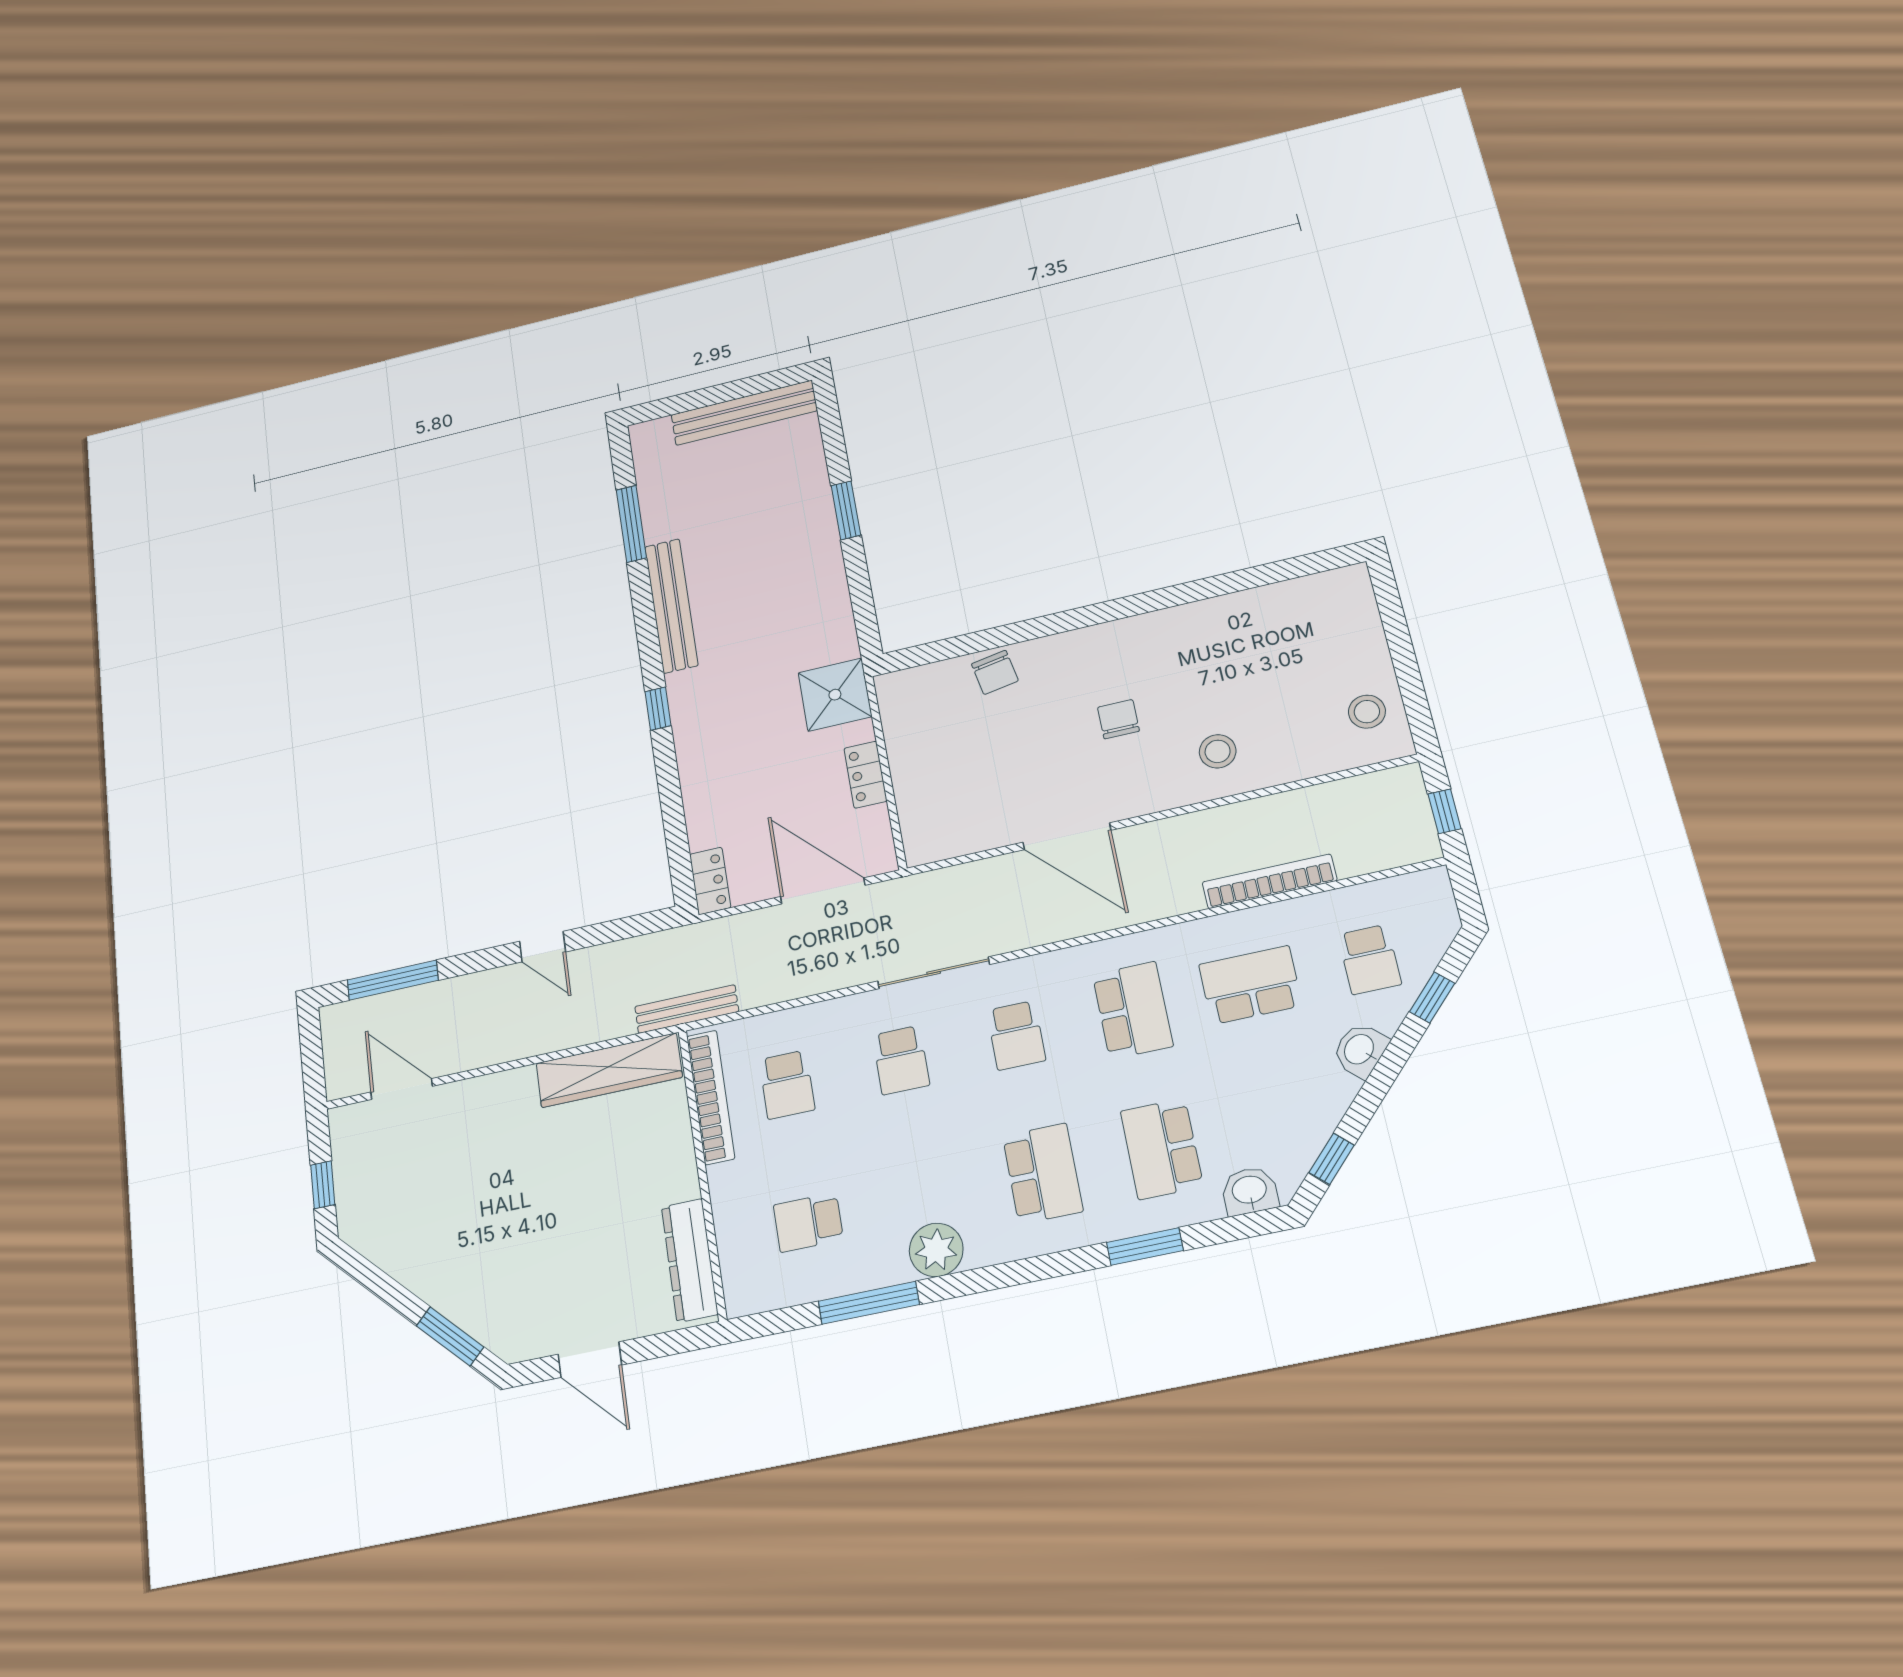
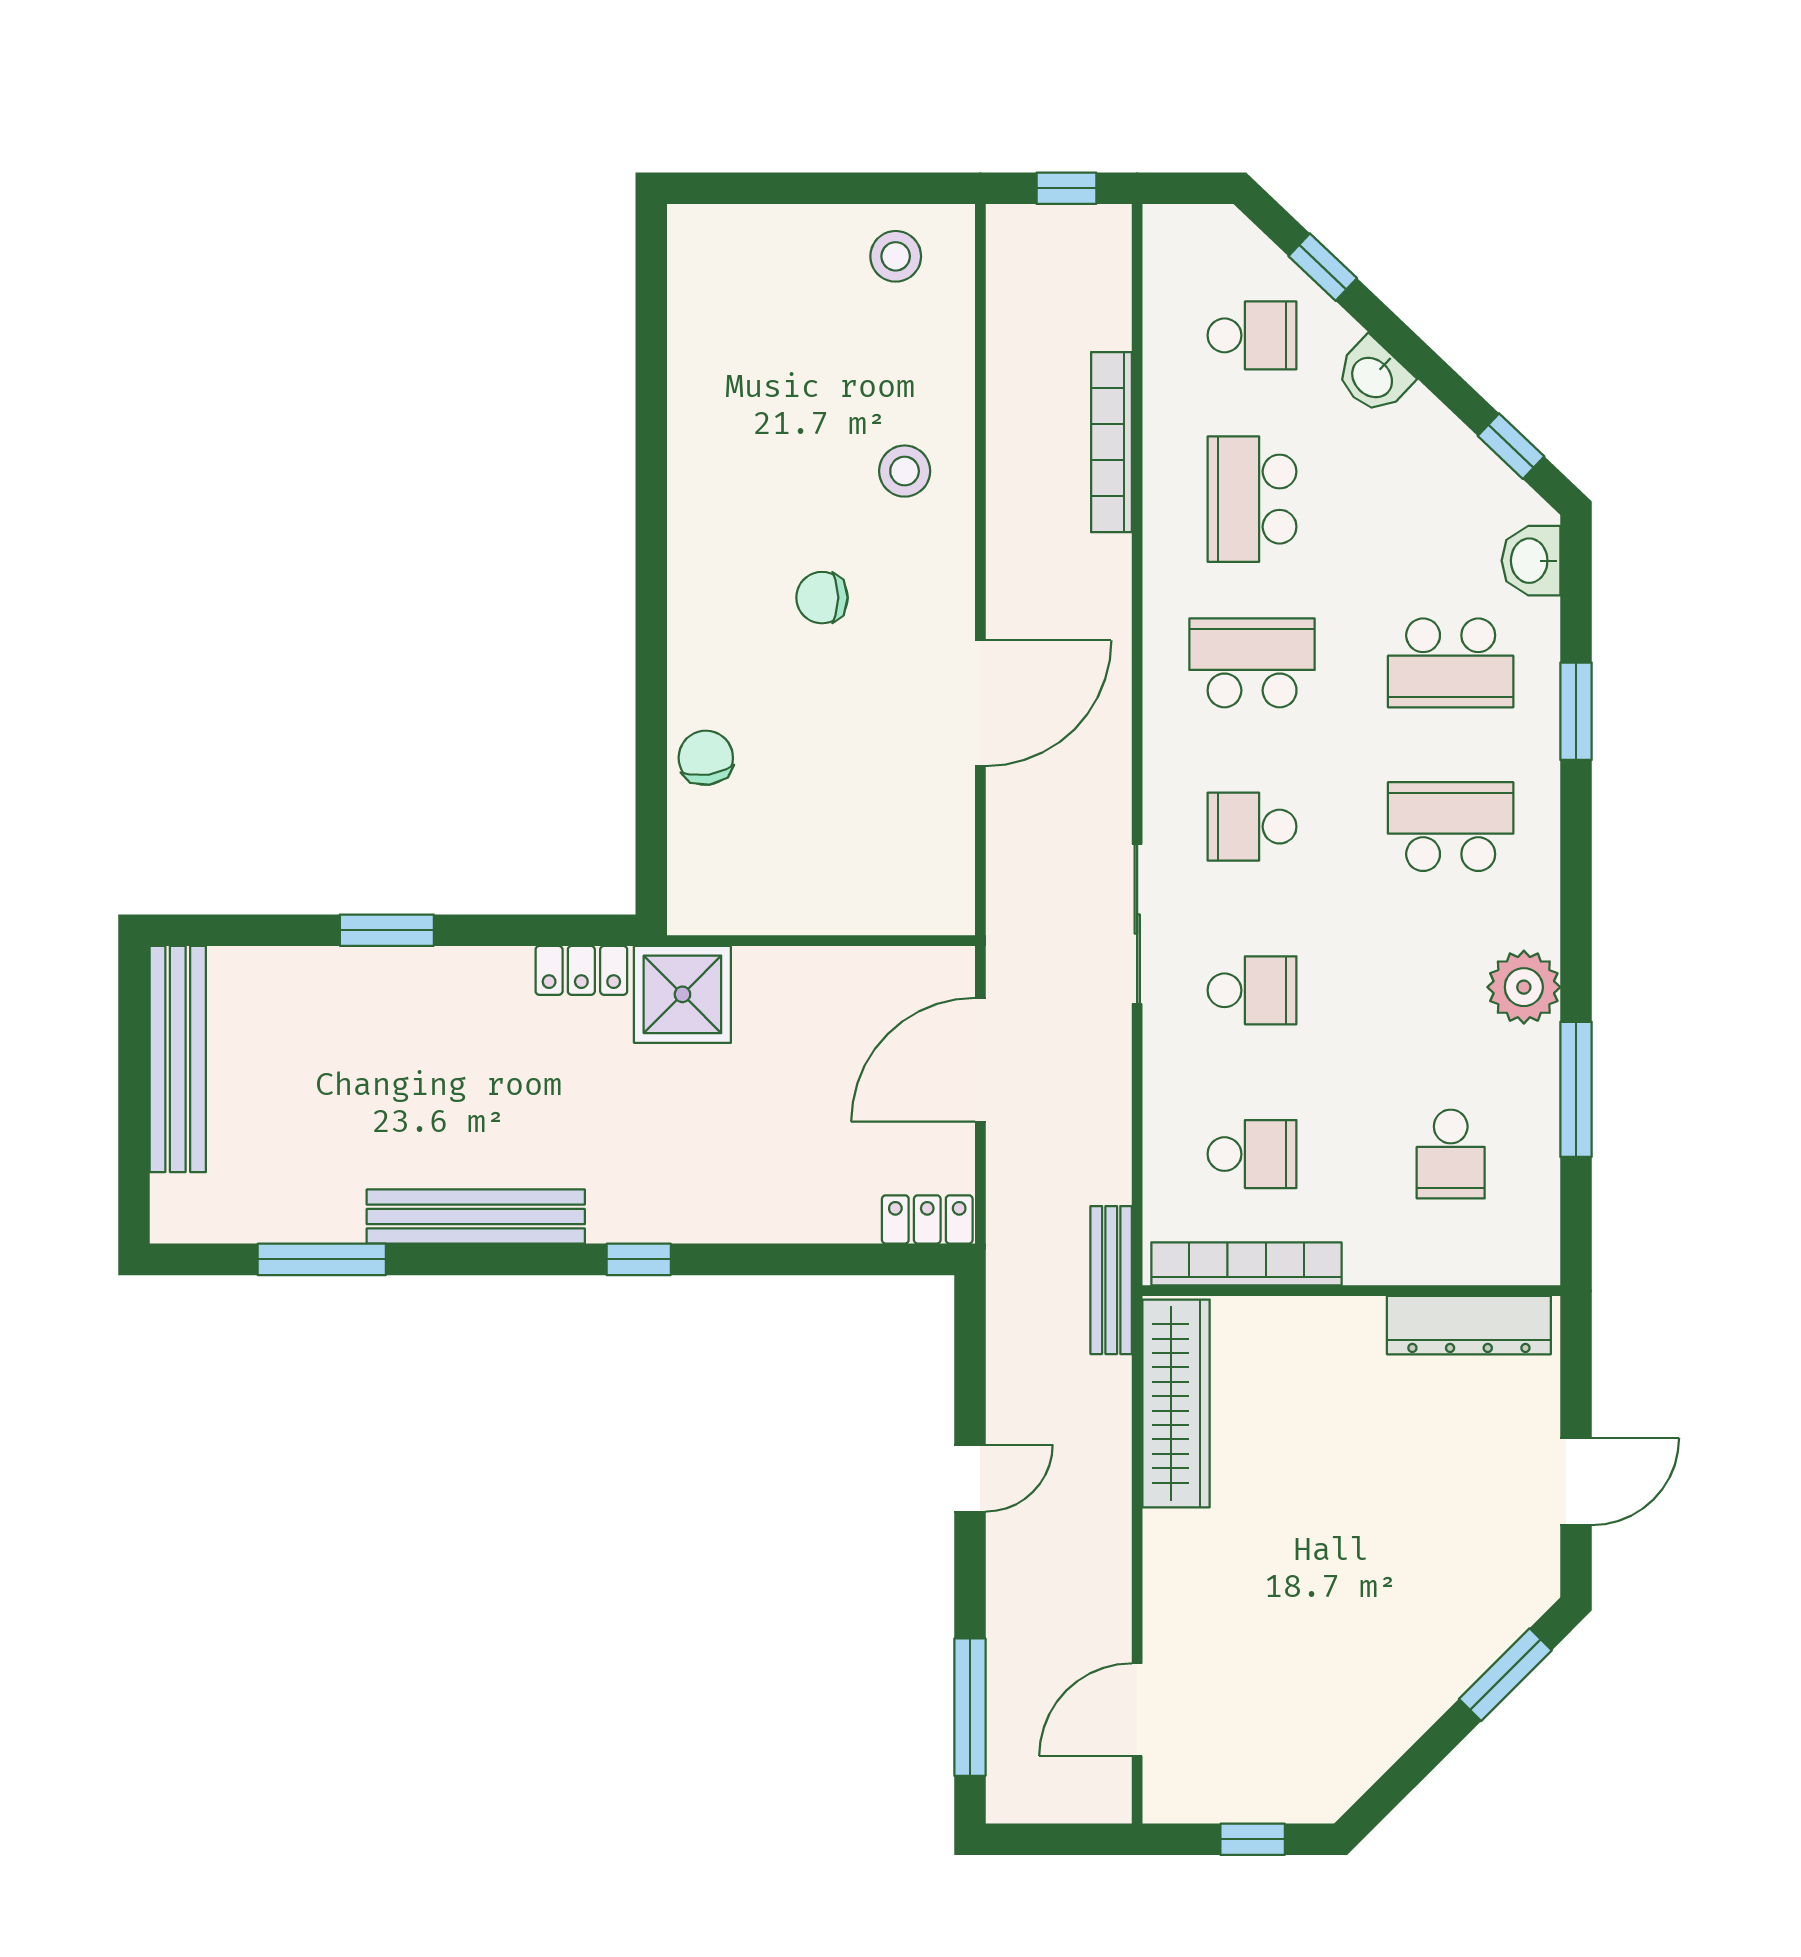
chair: (995, 672) -> (706, 758), turned -88
locker: (865, 775) -> (581, 970), moved
school desk: (1016, 1035) -> (1252, 827), turned 180

